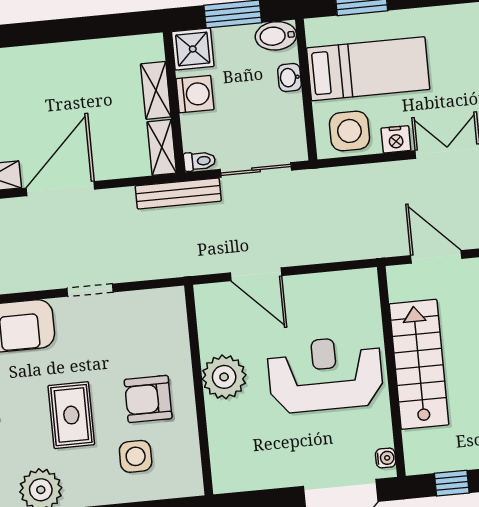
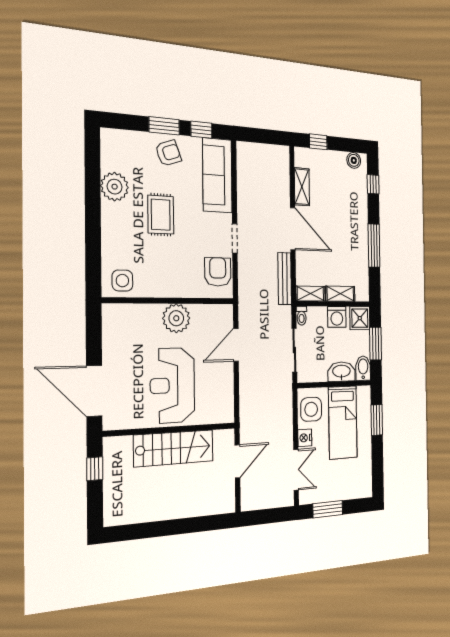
window: (67, 30) -> (374, 246), added
washbasin: (290, 77) -> (341, 372), width x1.91, depth x1.45
bench: (178, 193) -> (285, 279), moved
reception desk: (325, 374) -> (173, 385), turned 180
armchair: (148, 399) -> (218, 272), moved
rug: (71, 415) -> (161, 215), turned 90
side table: (136, 456) -> (122, 281), moved
water cooler: (386, 458) -> (116, 423), removed

